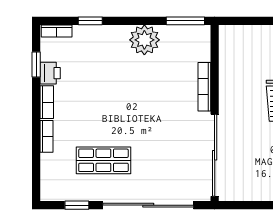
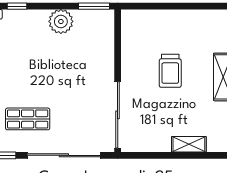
bookcase: (204, 87) -> (109, 59), removed

